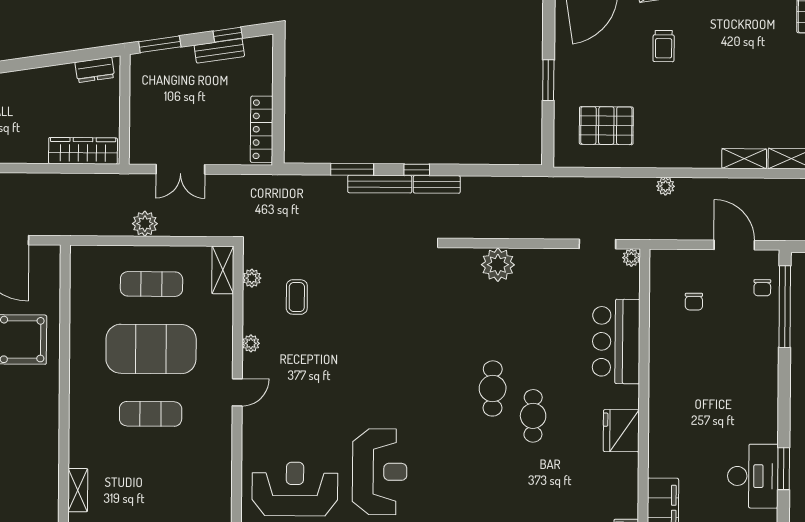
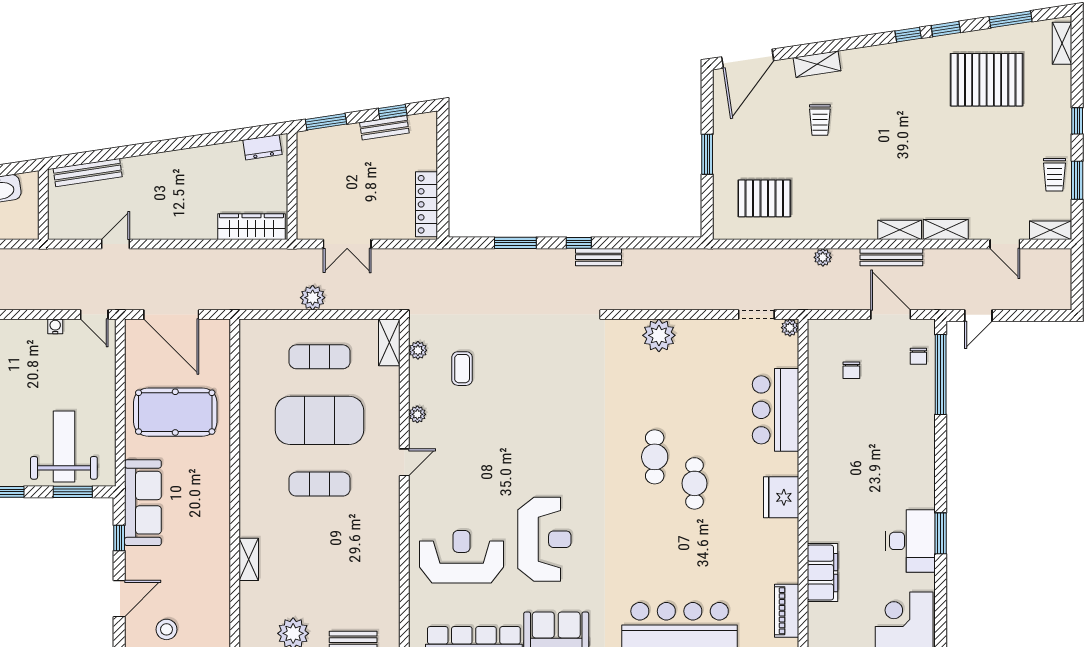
bench: (380, 184) -> (891, 257), moved

